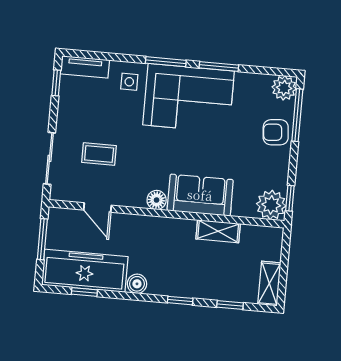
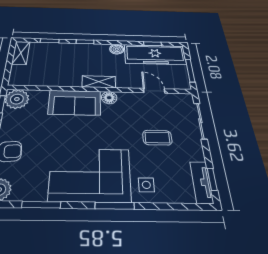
window: (219, 66) -> (41, 205), moved
tv unit: (85, 67) -> (202, 182), moved, turned -90
coffee table: (99, 154) -> (157, 138), moved
shelving: (218, 231) -> (99, 82), moved

